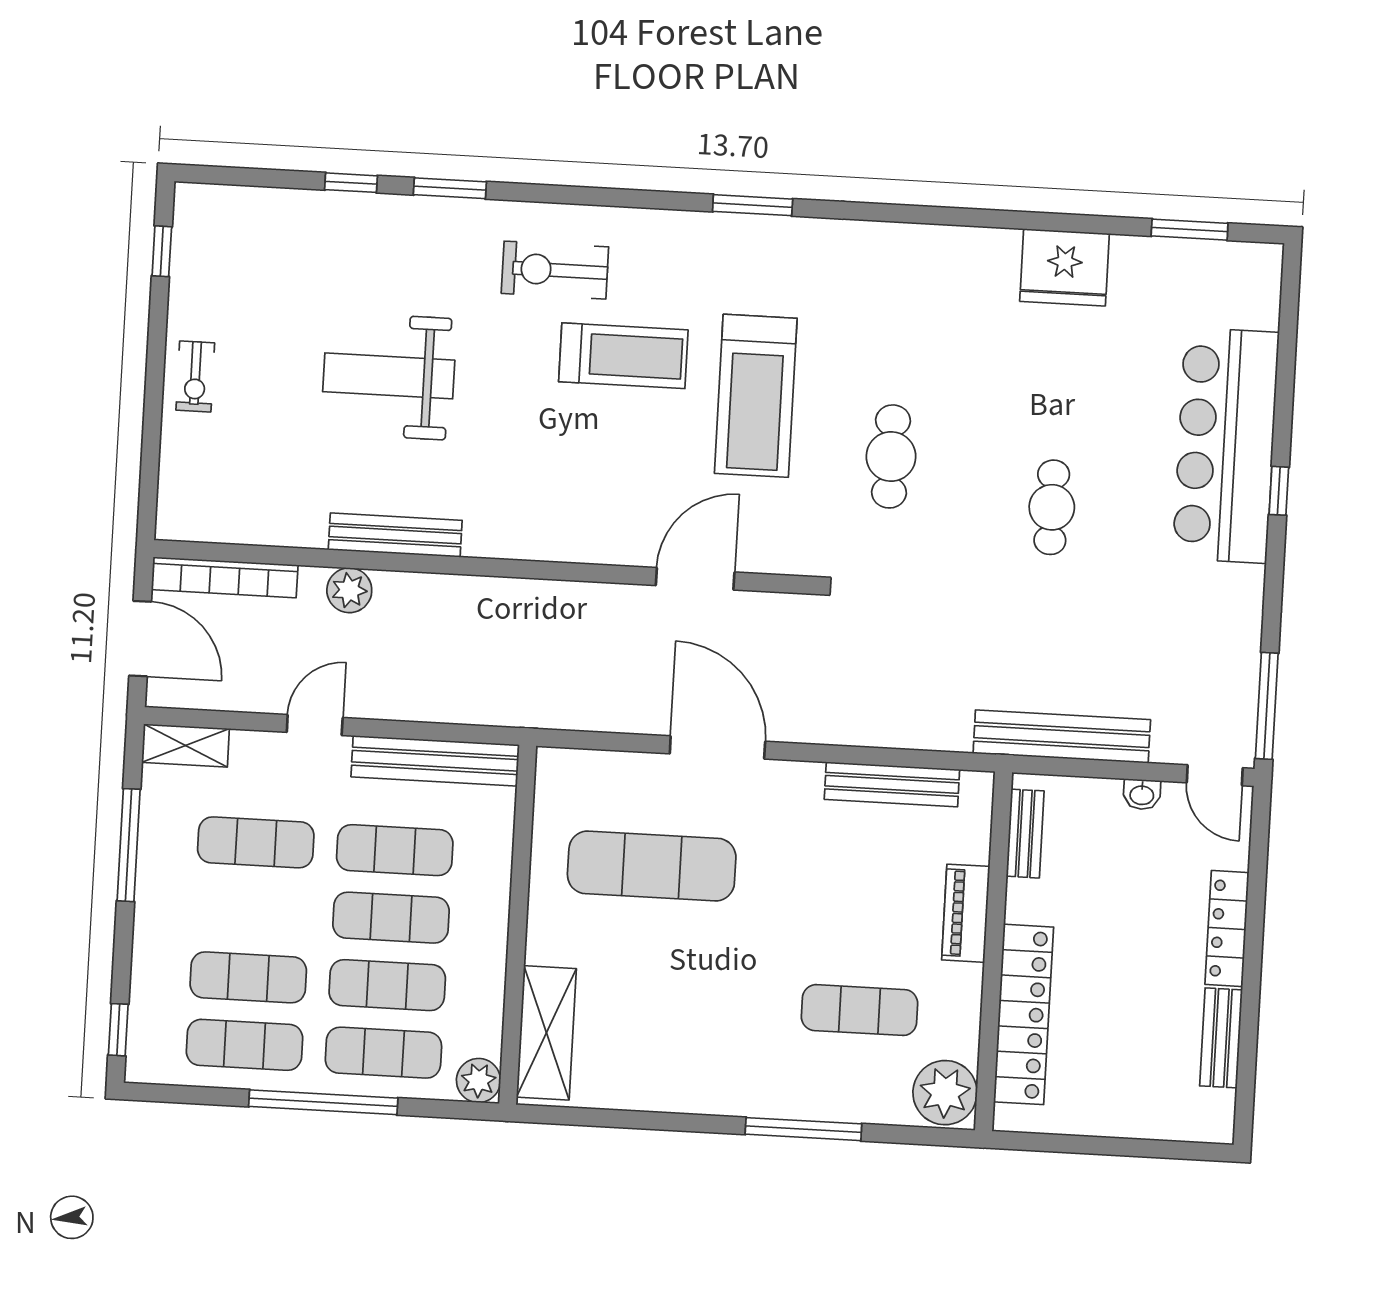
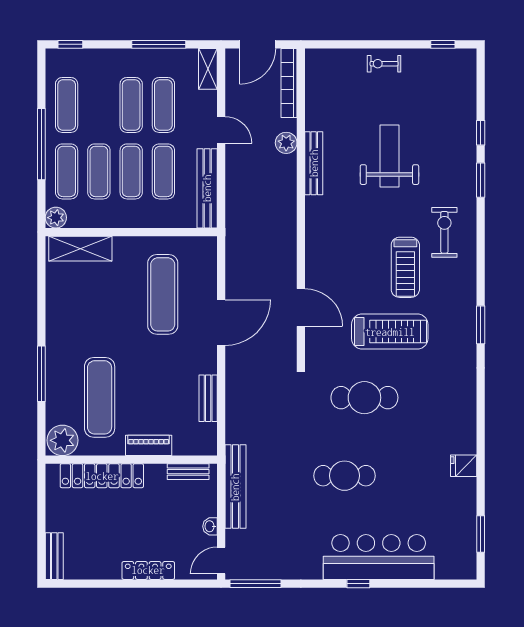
fridge: (1065, 267) -> (464, 466), width x0.53, depth x0.75
treadmill: (756, 396) -> (390, 332), turned 180
cafe table: (891, 456) -> (364, 398), width x1.37, depth x1.35
cafe table: (1052, 507) -> (344, 476), width x1.37, depth x1.35
bench: (892, 784) -> (208, 398), width x0.73
exercise mat: (248, 977) -> (131, 105), moved
exercise mat: (860, 1010) -> (100, 397), width x1.36, depth x1.45
bench: (1221, 1038) -> (54, 556), moved, turned 90

